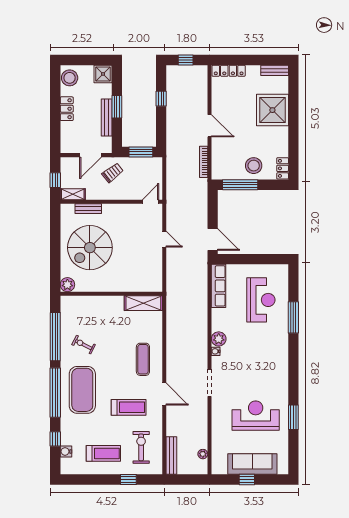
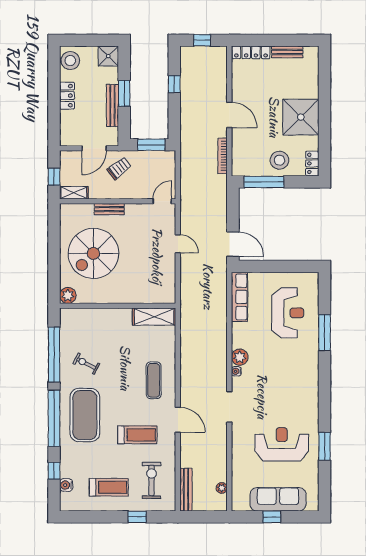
bench: (275, 70) -> (287, 52), moved
shower: (272, 110) -> (301, 117), moved
bench: (88, 209) -> (109, 209), moved

